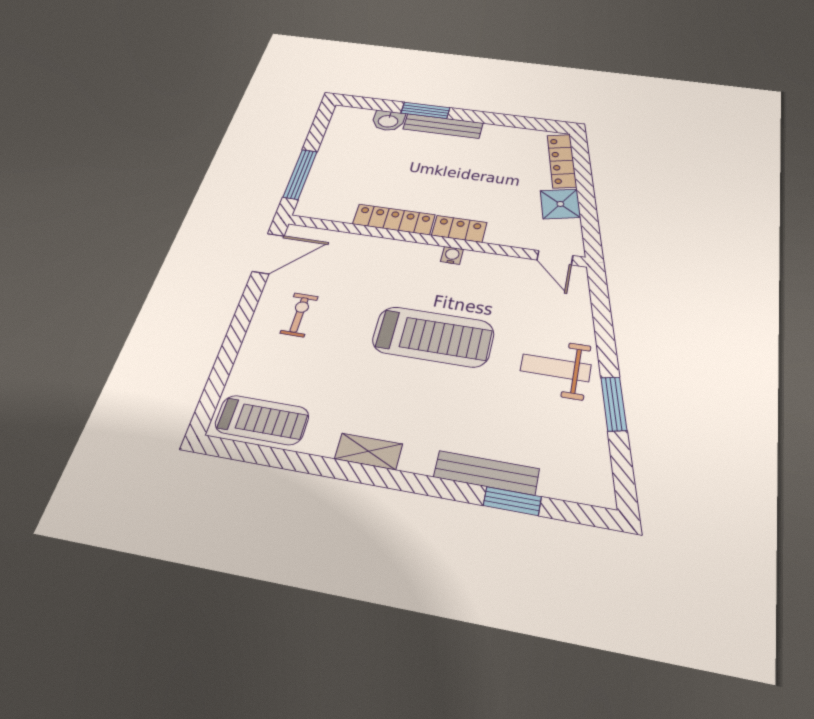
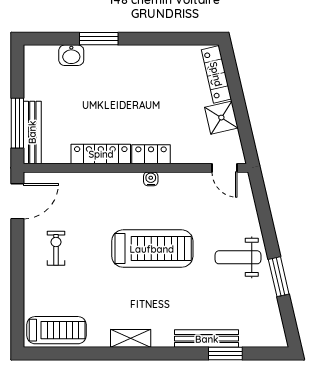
bench: (443, 126) -> (32, 132), moved, turned 90

